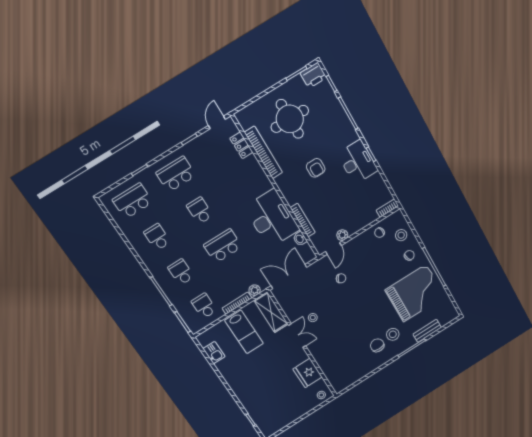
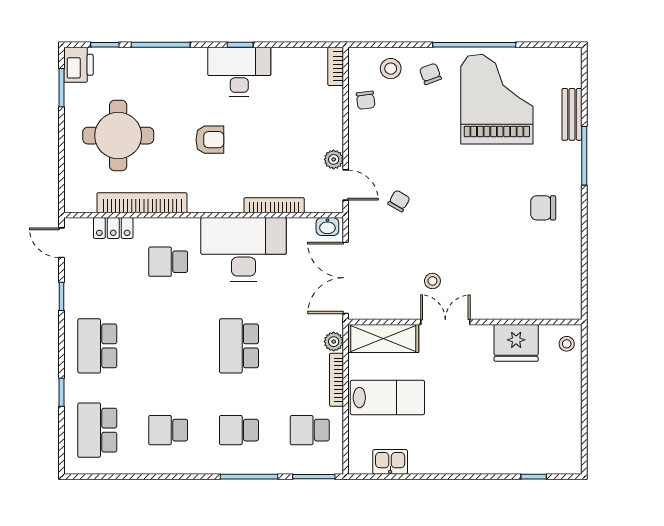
school desk: (200, 211) -> (168, 262), moved
washbasin: (300, 239) -> (327, 227), moved
stool: (393, 334) -> (541, 173), removed

